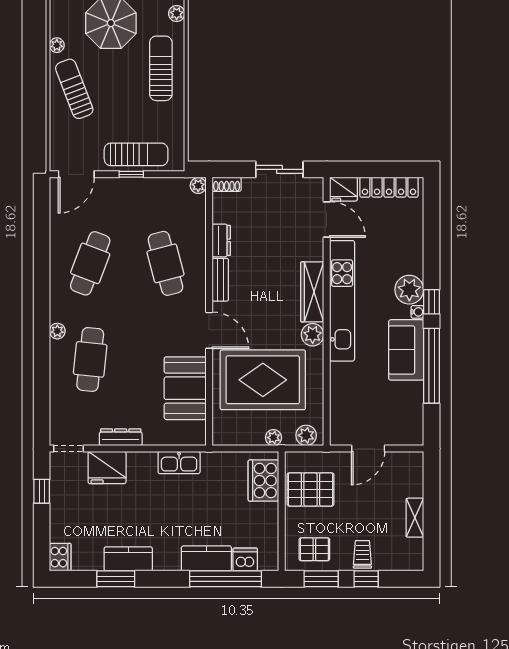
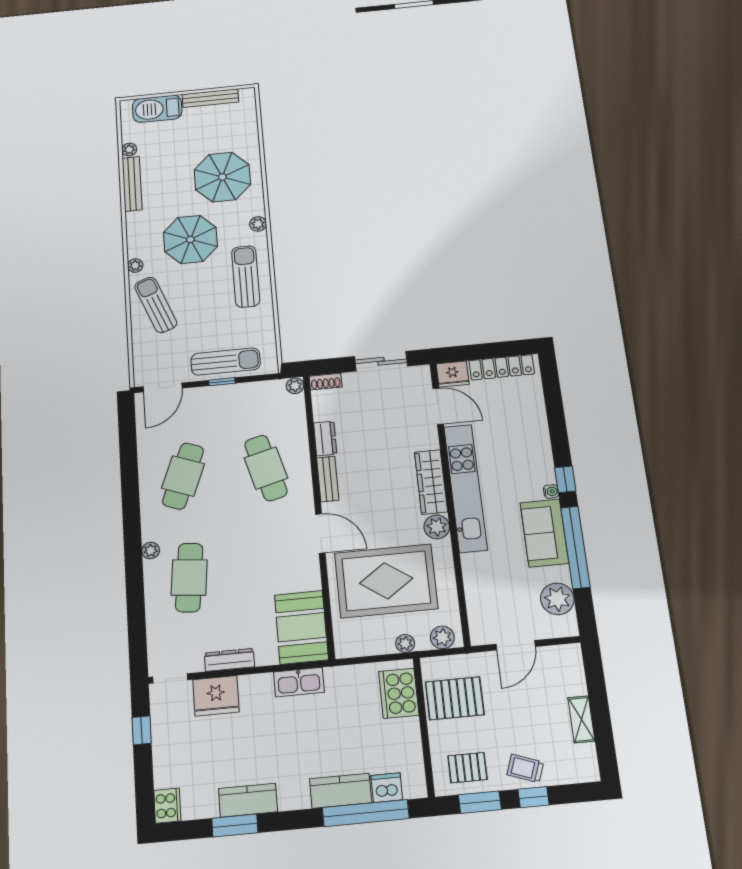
plant: (409, 290) -> (557, 599), moved
booth: (185, 388) -> (301, 627), moved
trolley: (362, 554) -> (525, 768), turned -70

